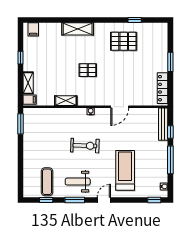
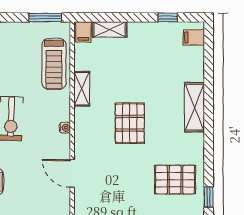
pallet: (124, 41) -> (175, 180), turned 90
window: (21, 58) -> (168, 17), moved
pallet: (88, 70) -> (130, 123), width x1.50, depth x1.42
treadmill: (50, 118) -> (54, 64), added

